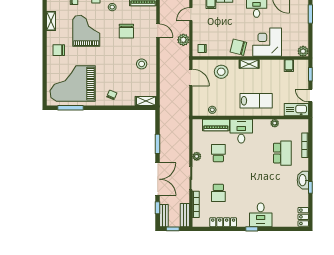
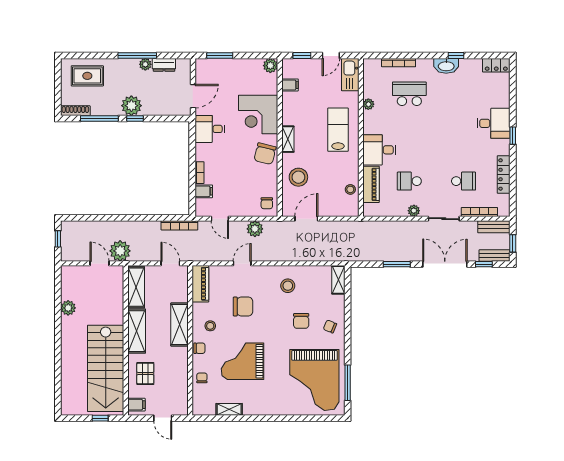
chair: (59, 50) -> (301, 321), moved

